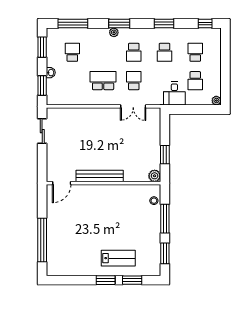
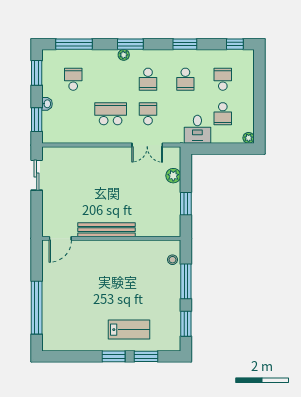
plant: (155, 176) -> (173, 176), moved

